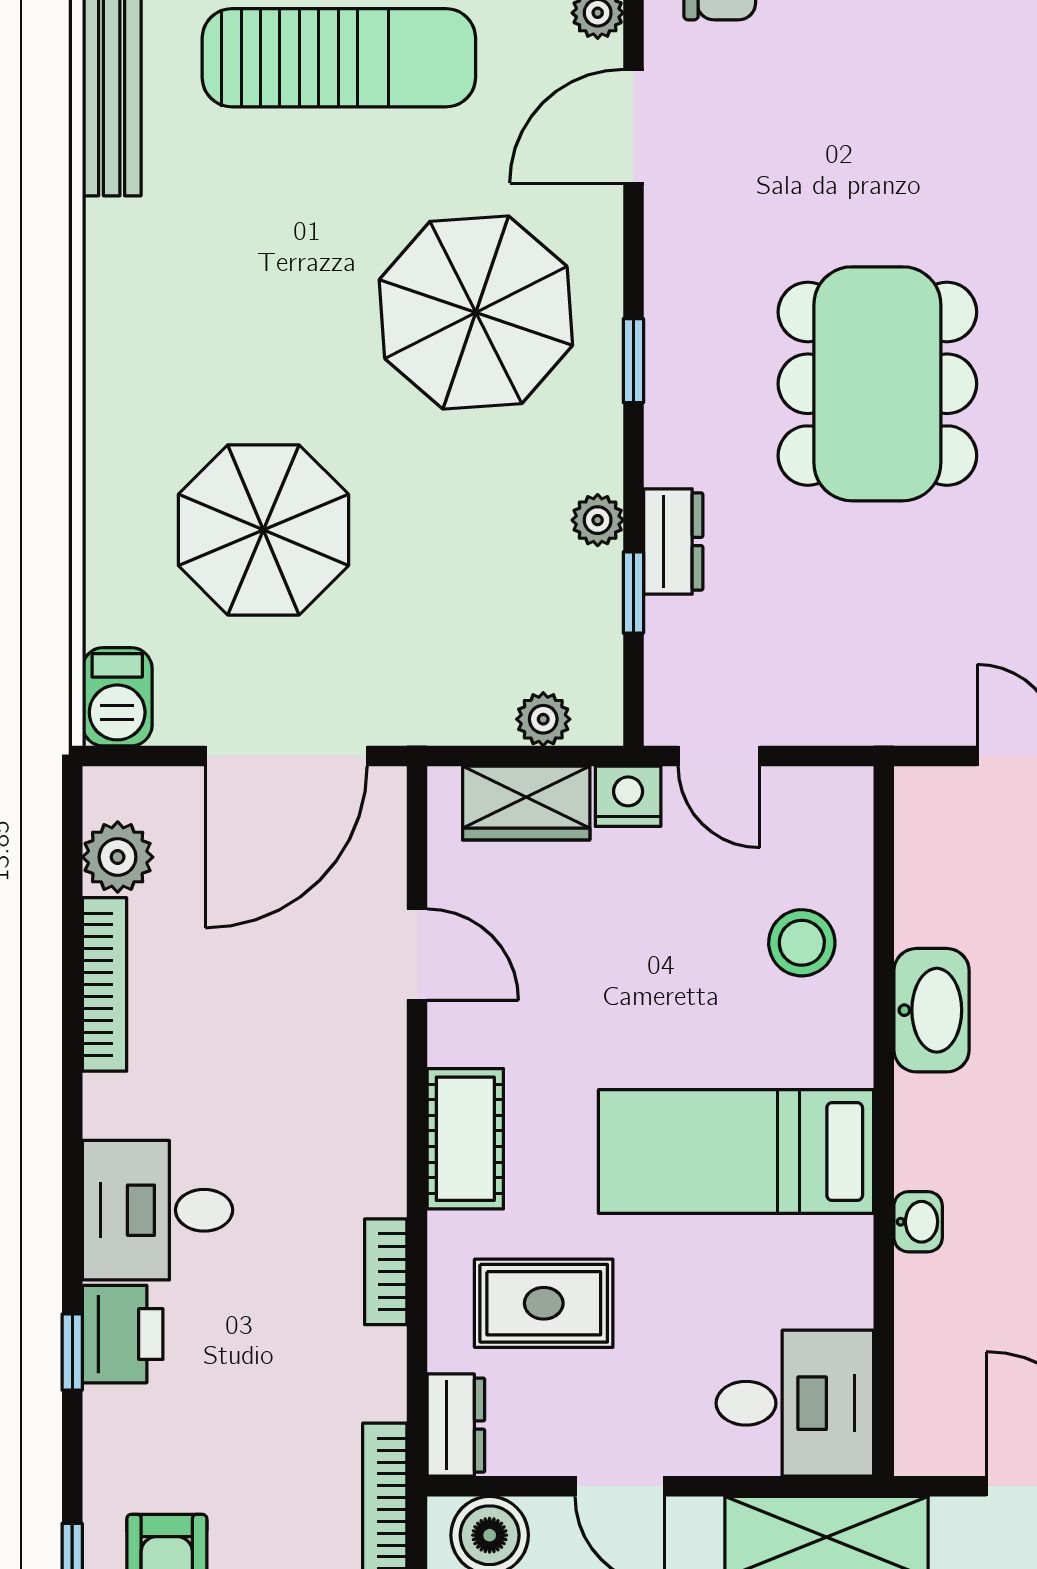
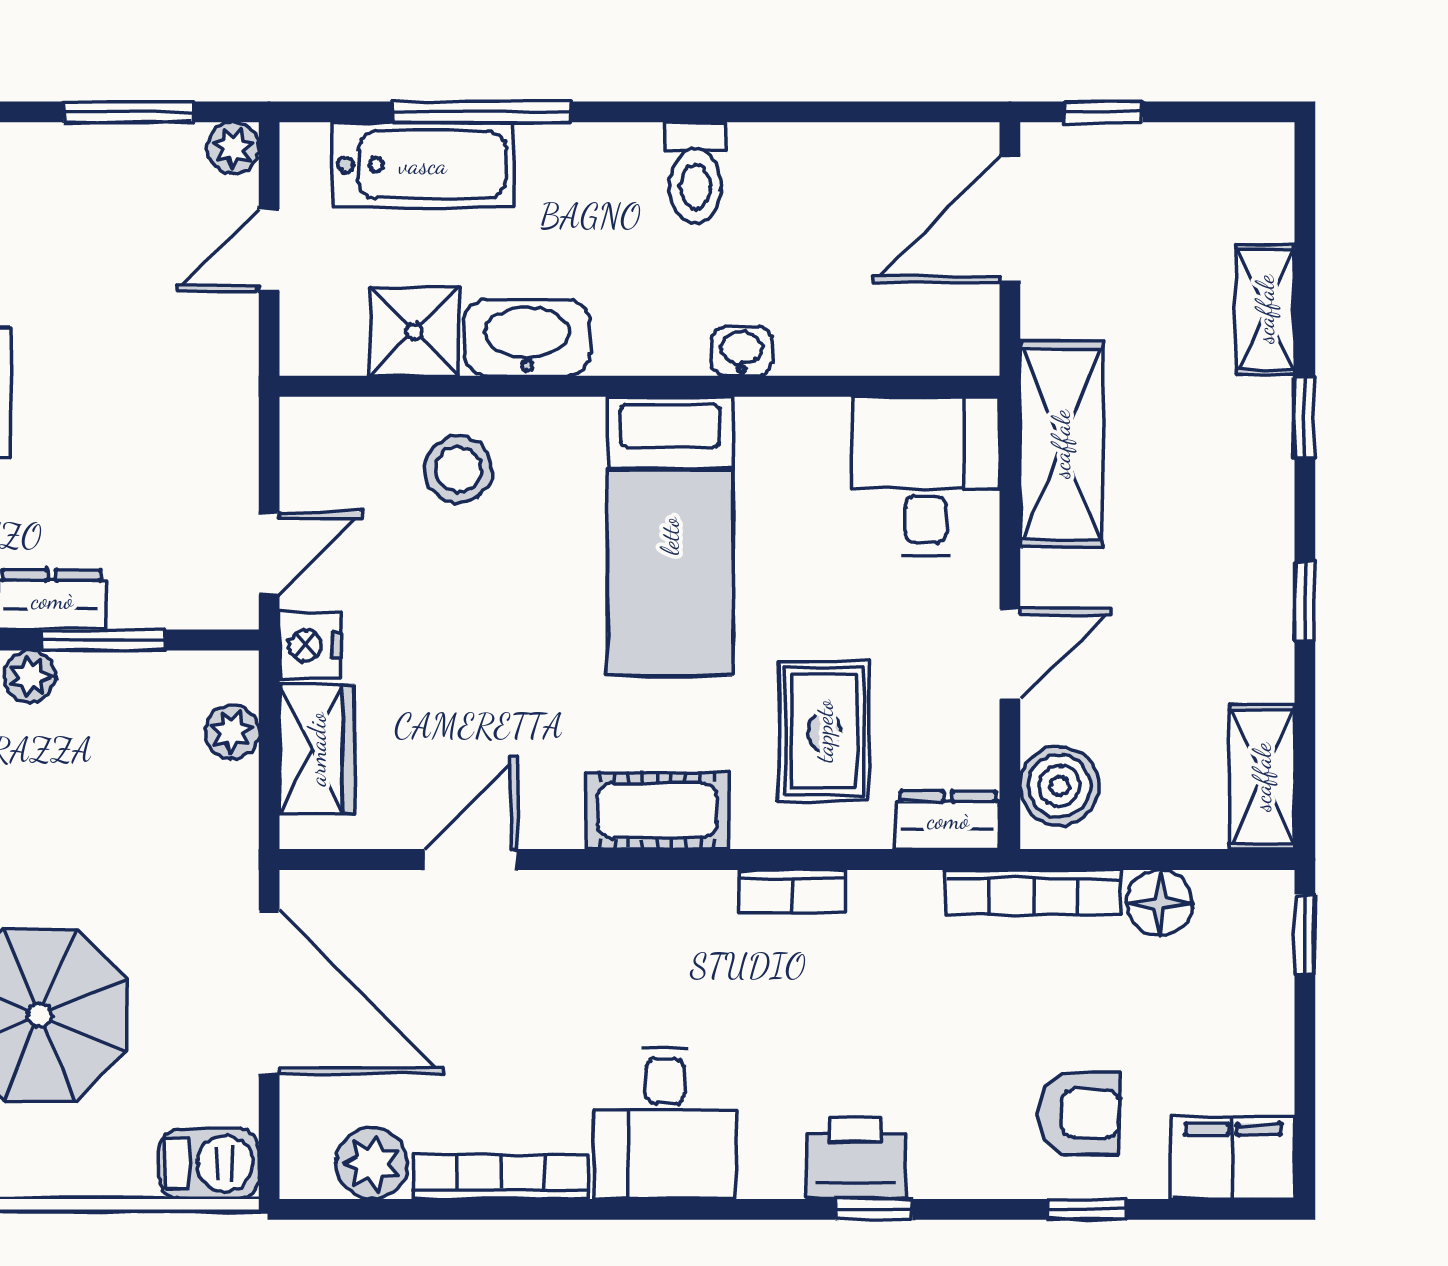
window: (633, 592) -> (103, 640), width x1.50
shower: (938, 899) -> (414, 331), added
desk: (157, 1210) -> (665, 1123), moved

